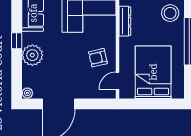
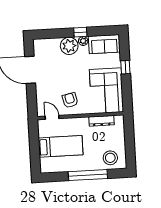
bed: (153, 72) -> (61, 146), width x0.67
plant: (27, 93) -> (83, 41), moved

